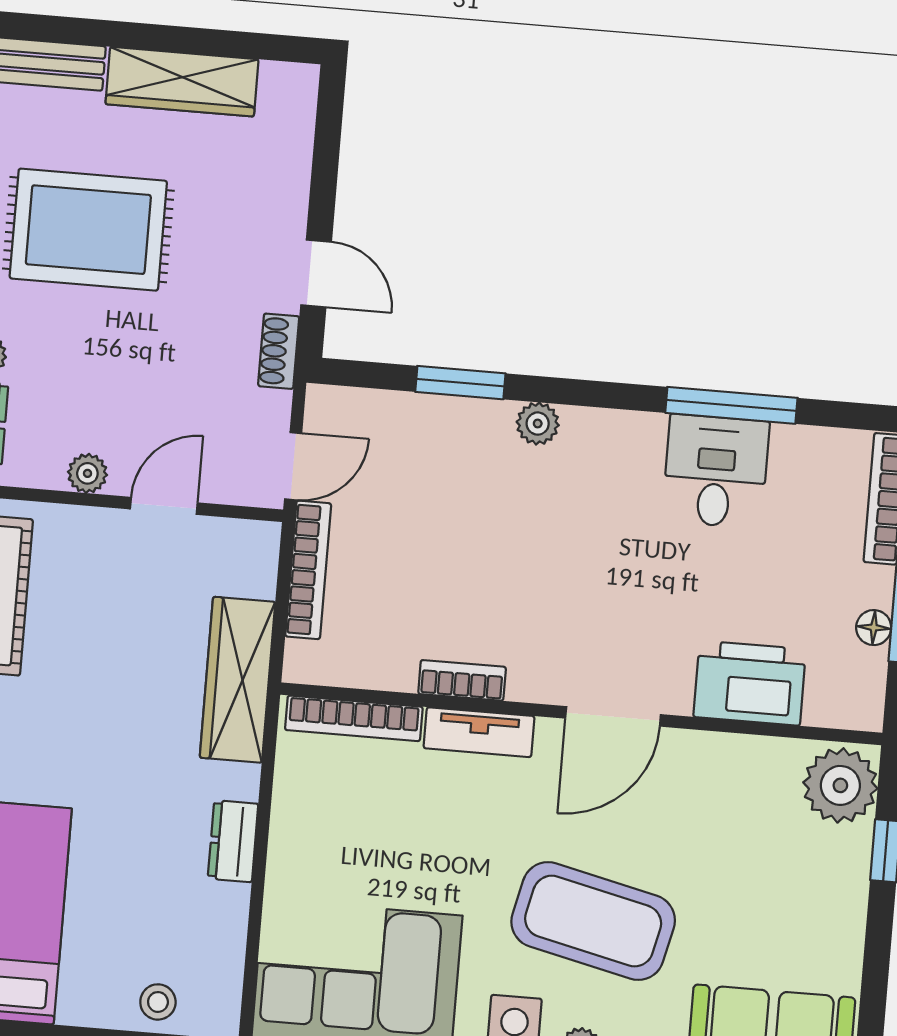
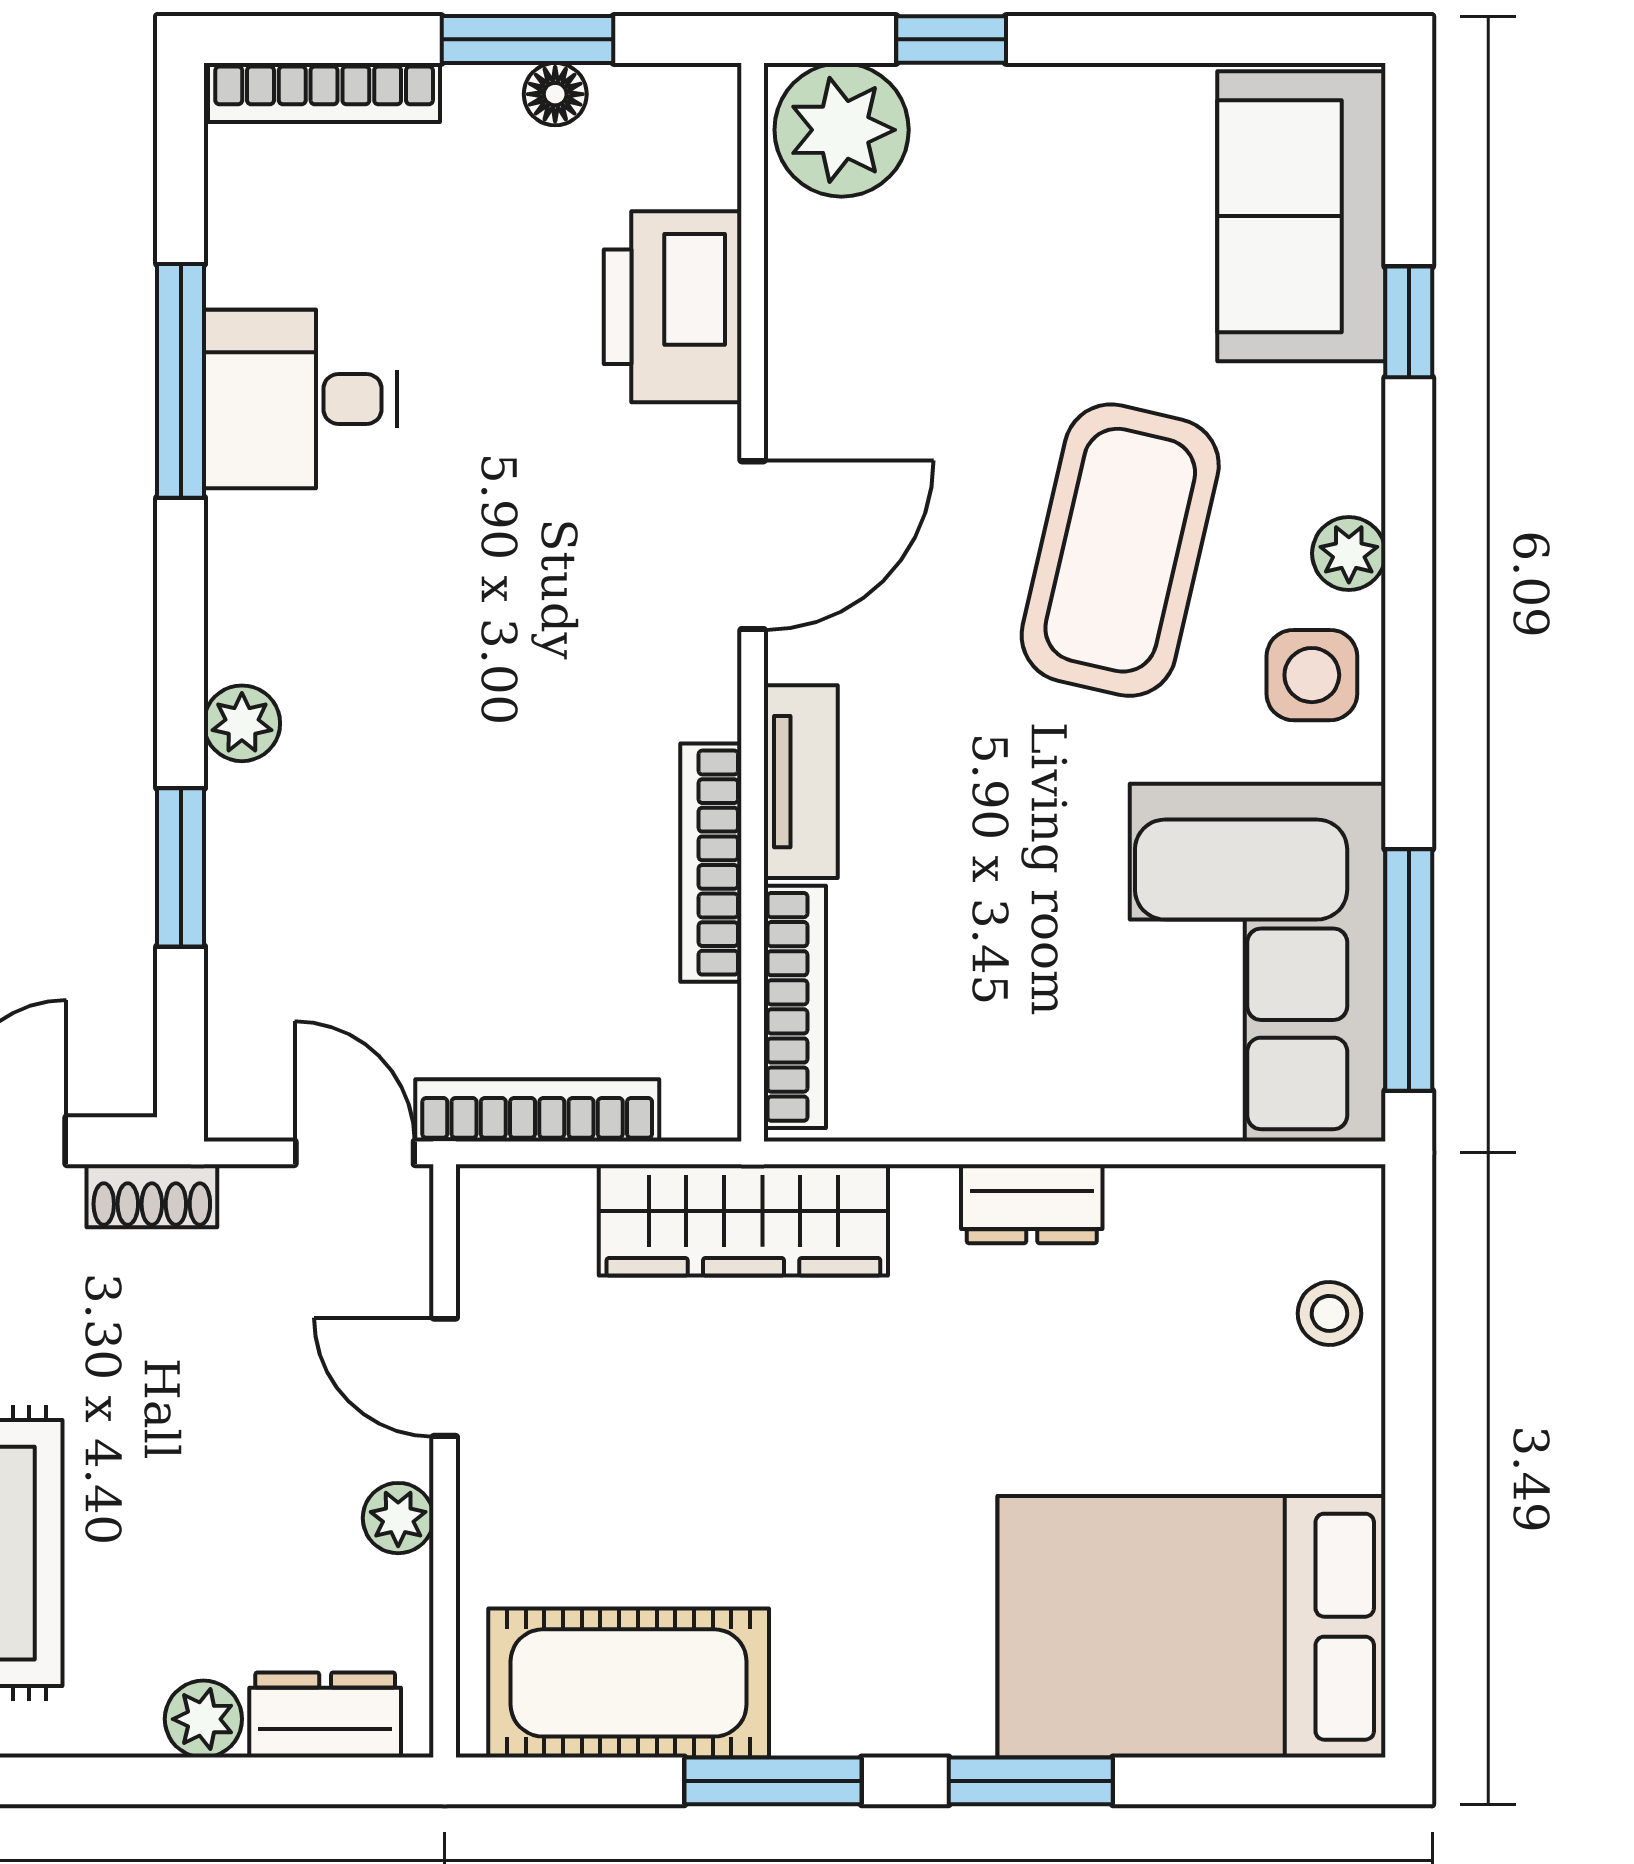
bookcase: (462, 680) -> (711, 863), width x1.56
door: (613, 716) -> (753, 545), hinge flipped

